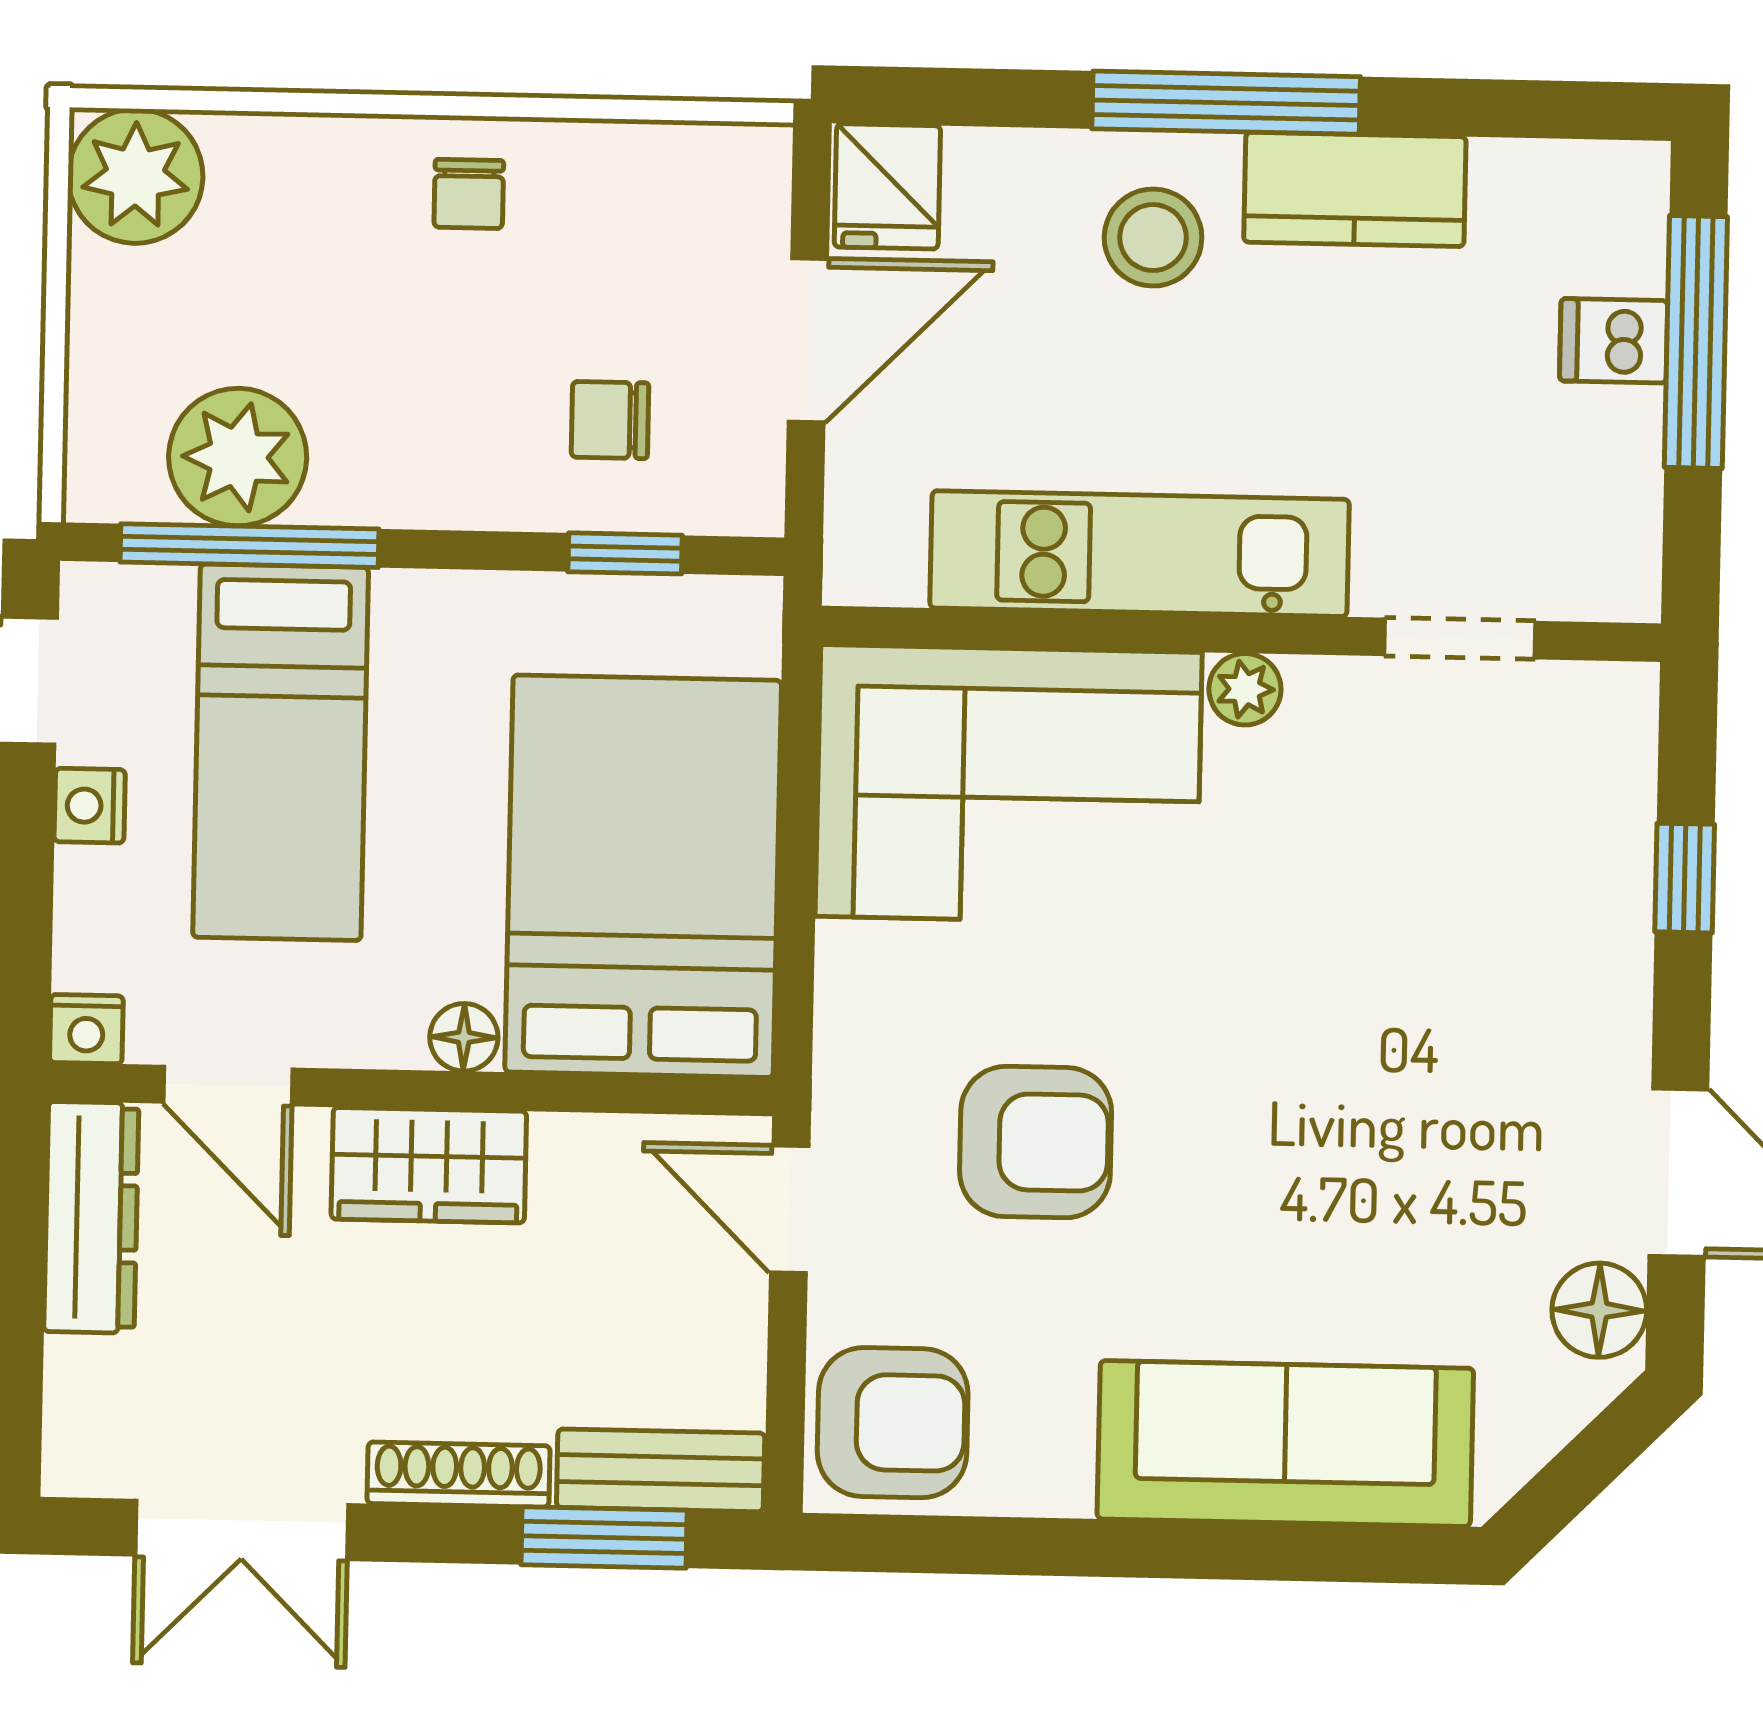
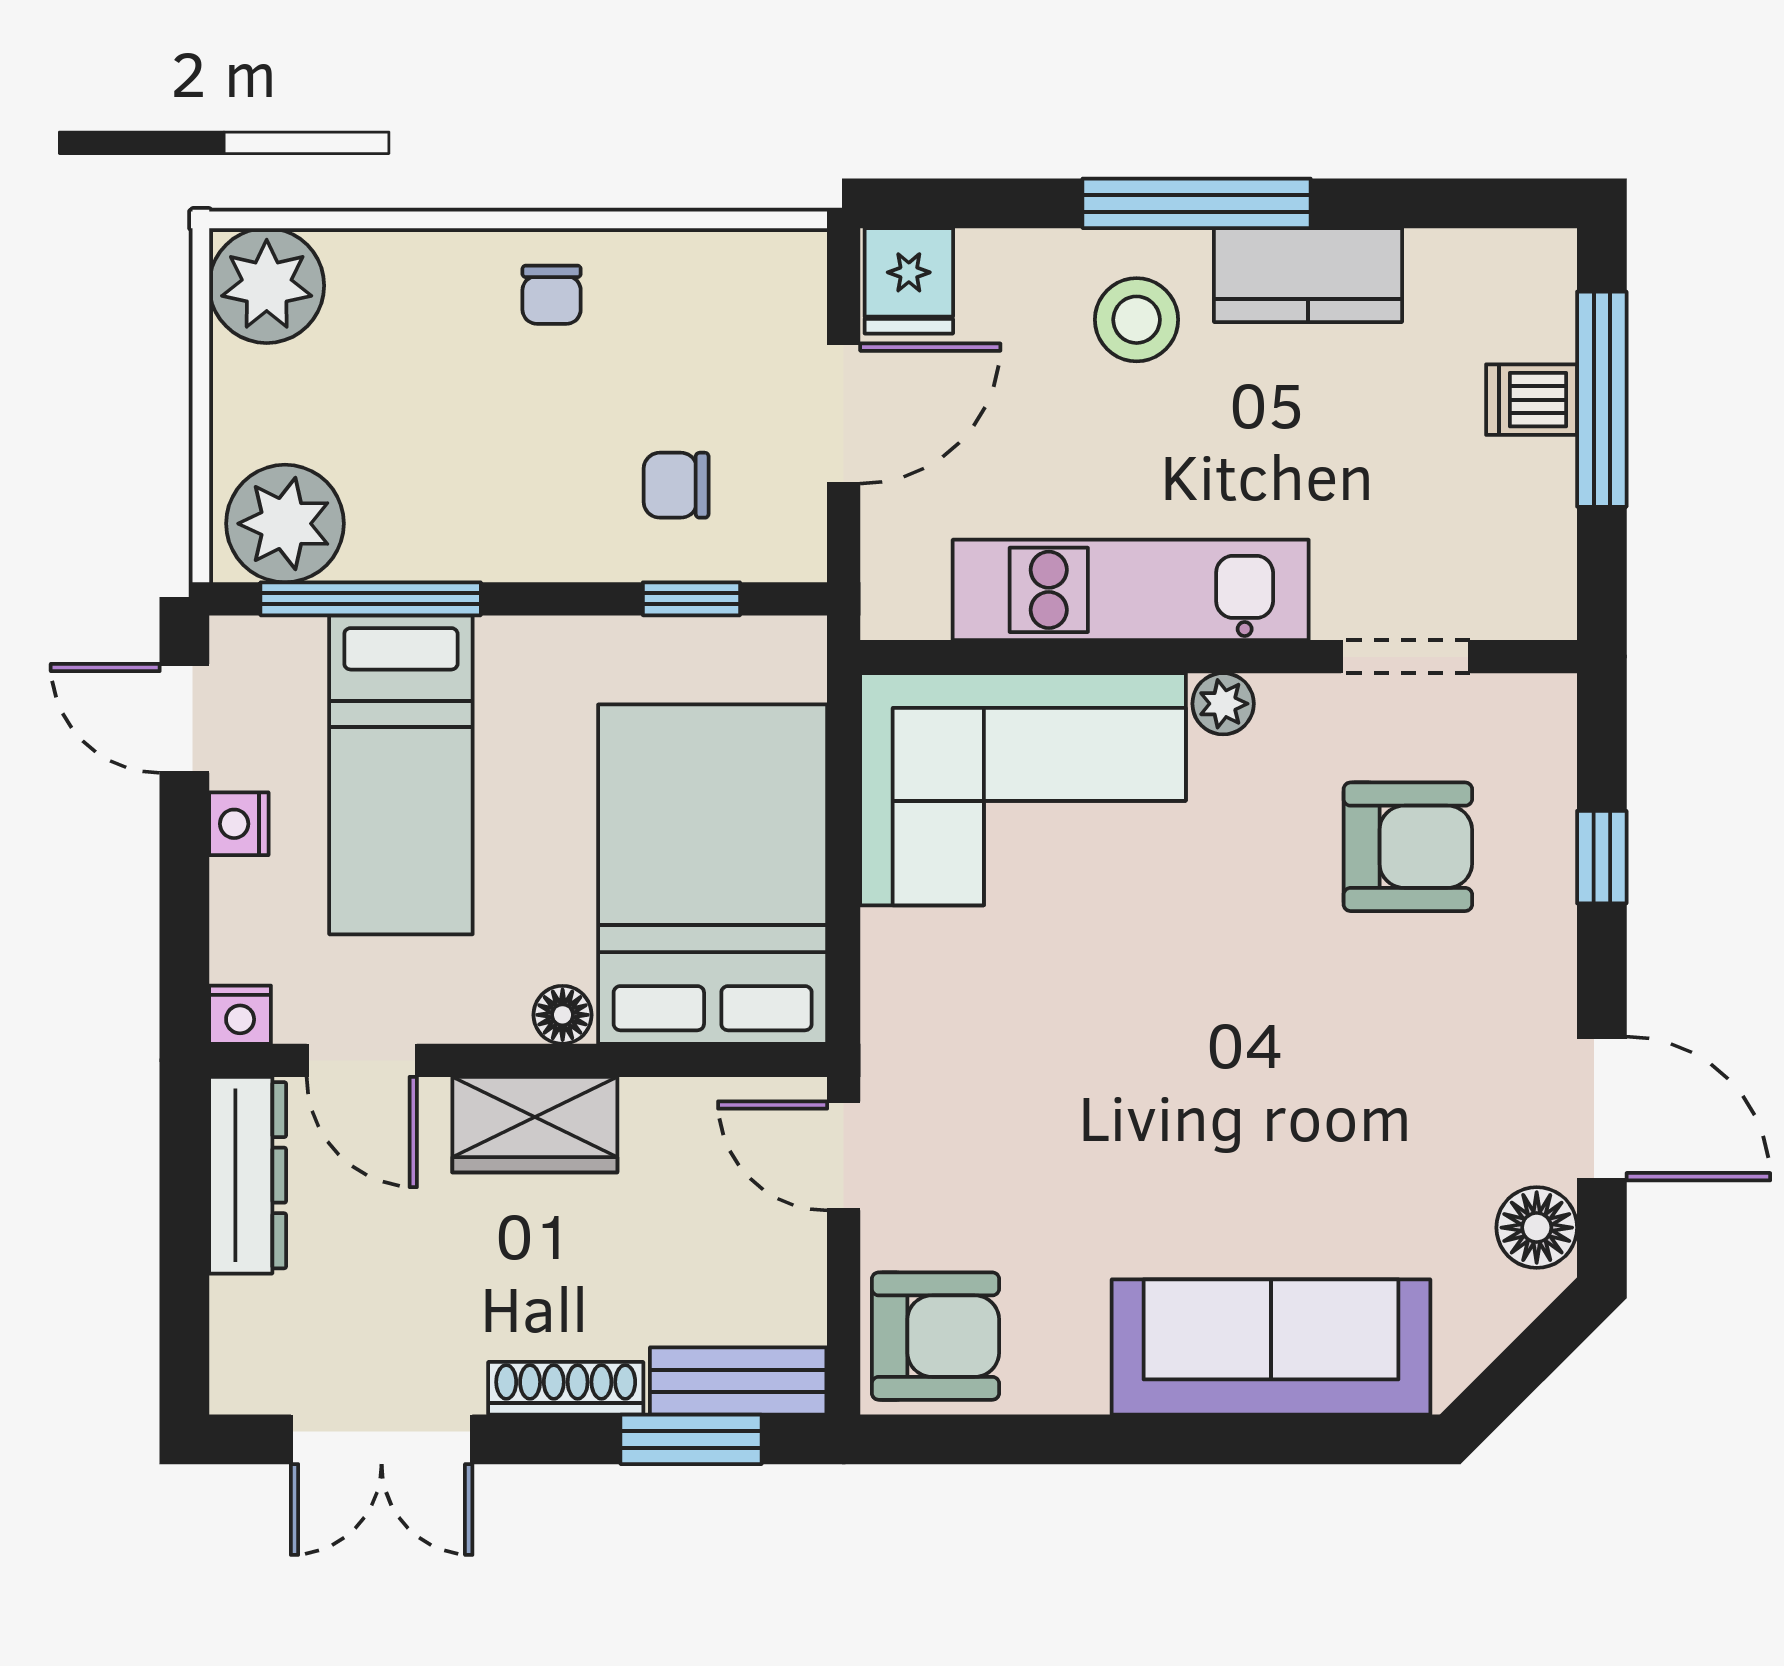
plant: (238, 457) -> (285, 524), moved
armchair: (1036, 1142) -> (1408, 847), moved

